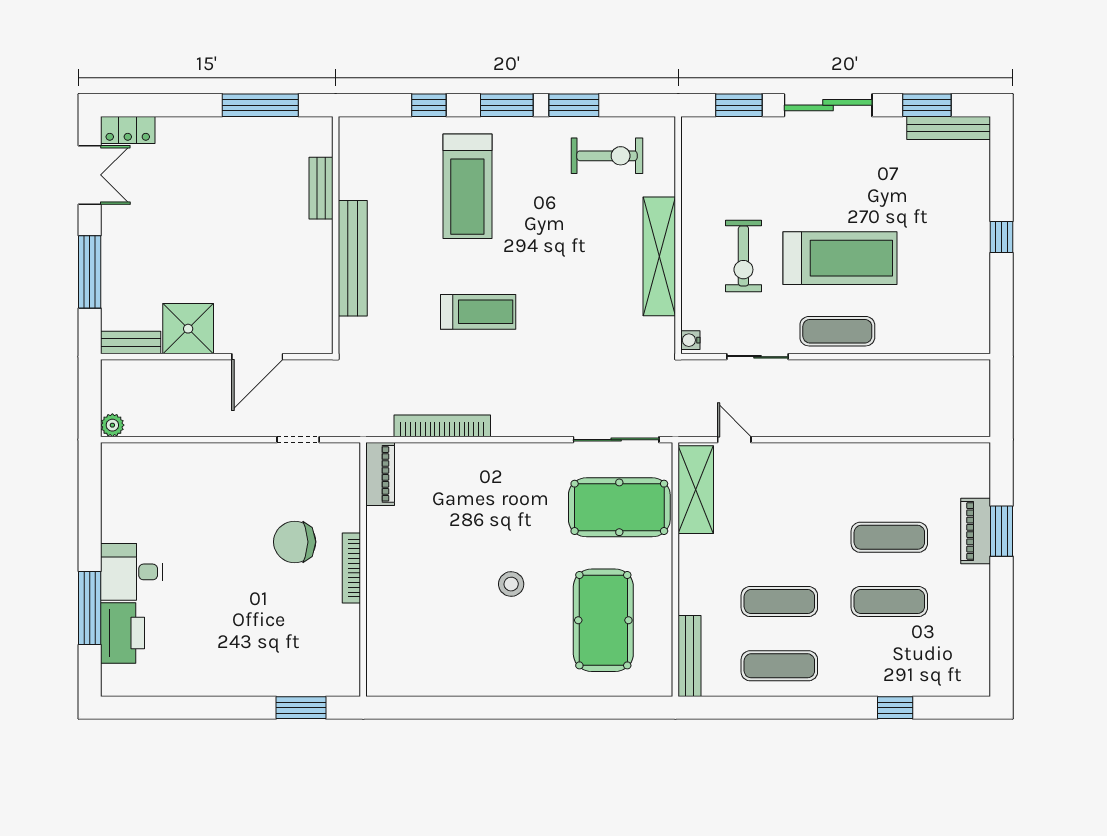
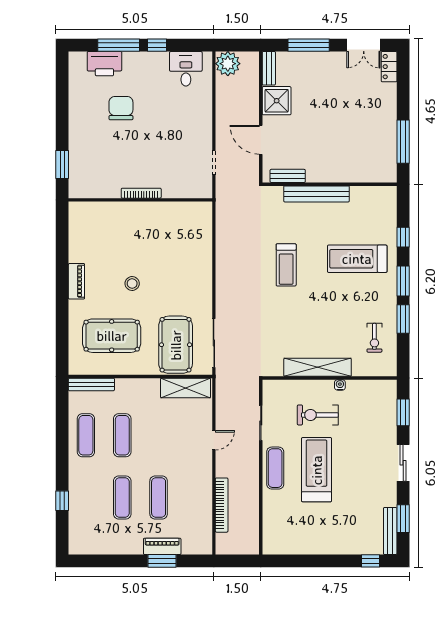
sliding door: (828, 105) -> (403, 463), width x0.73
exercise bike: (607, 156) -> (374, 338), width x0.73, depth x0.72
bench: (321, 188) -> (288, 176), moved
window: (1001, 237) -> (371, 561), moved
treadmill: (840, 258) -> (317, 470), turned 180
water cooler: (690, 340) -> (340, 385), moved
plant: (112, 425) -> (228, 64), width x1.88, depth x1.88
bookcase: (442, 426) -> (222, 505), moved
door: (734, 440) -> (214, 440), moved
piano: (380, 474) -> (76, 281), moved, turned -90
window: (90, 540) -> (157, 45), added
chair: (295, 542) -> (121, 108), moved
desk: (131, 572) -> (186, 69), moved

